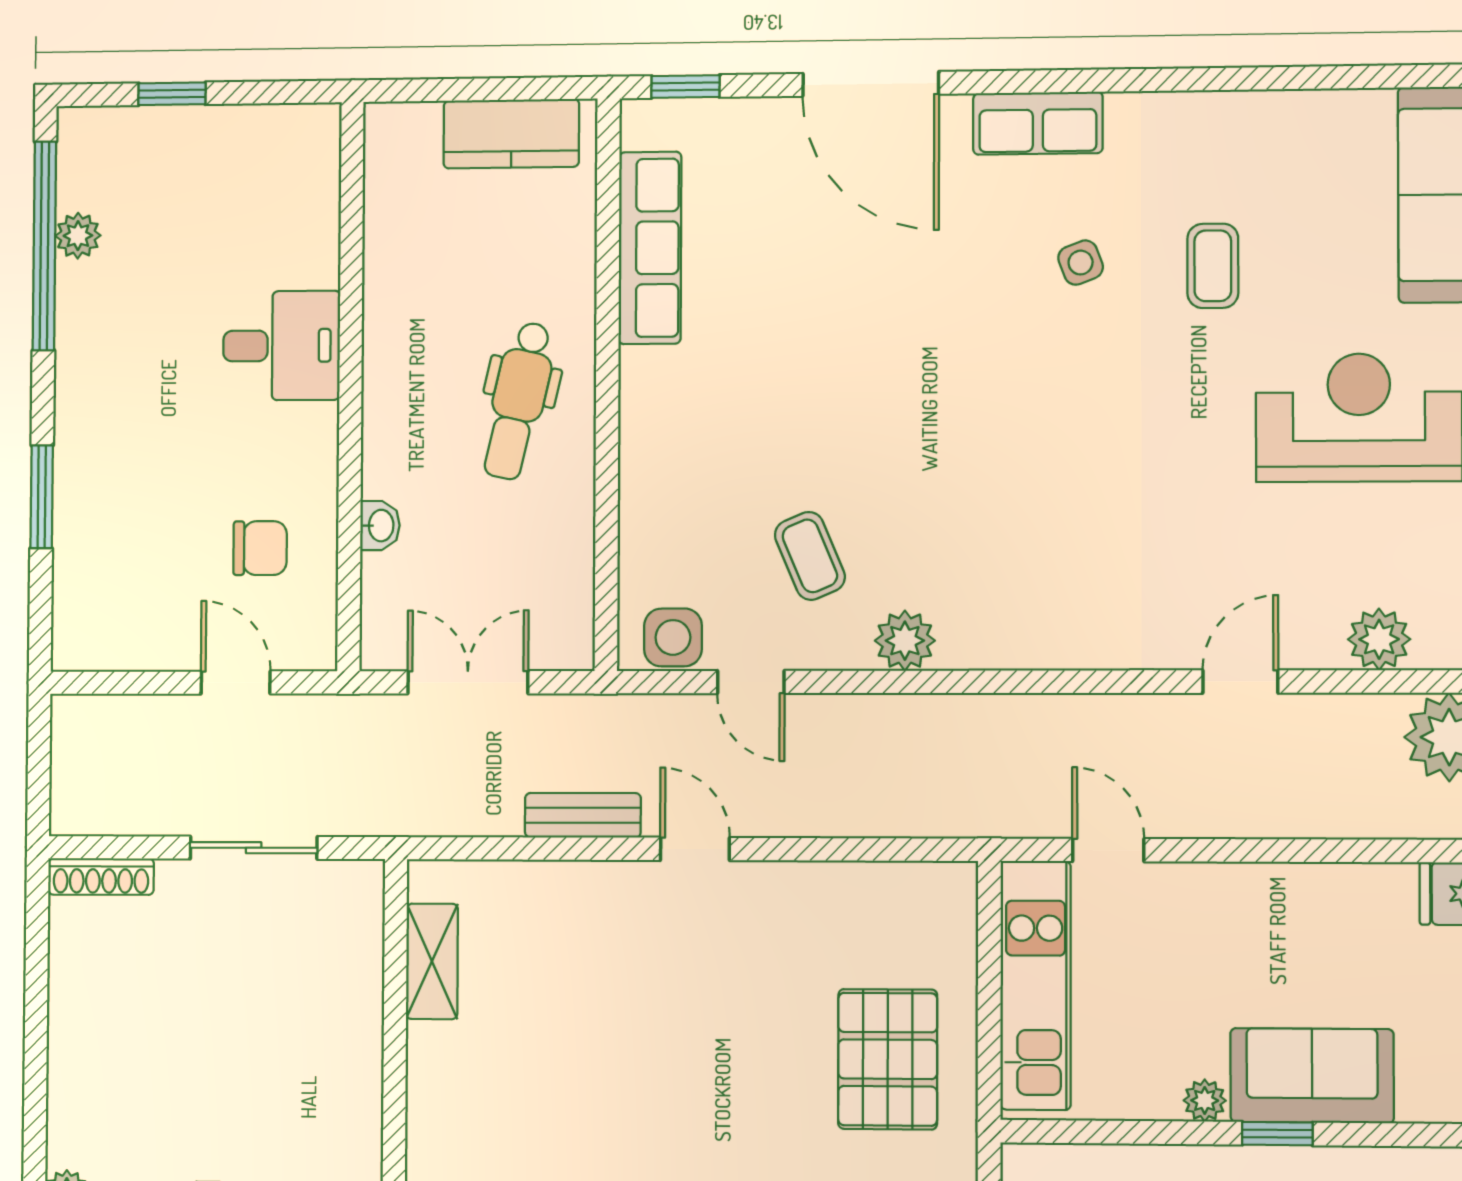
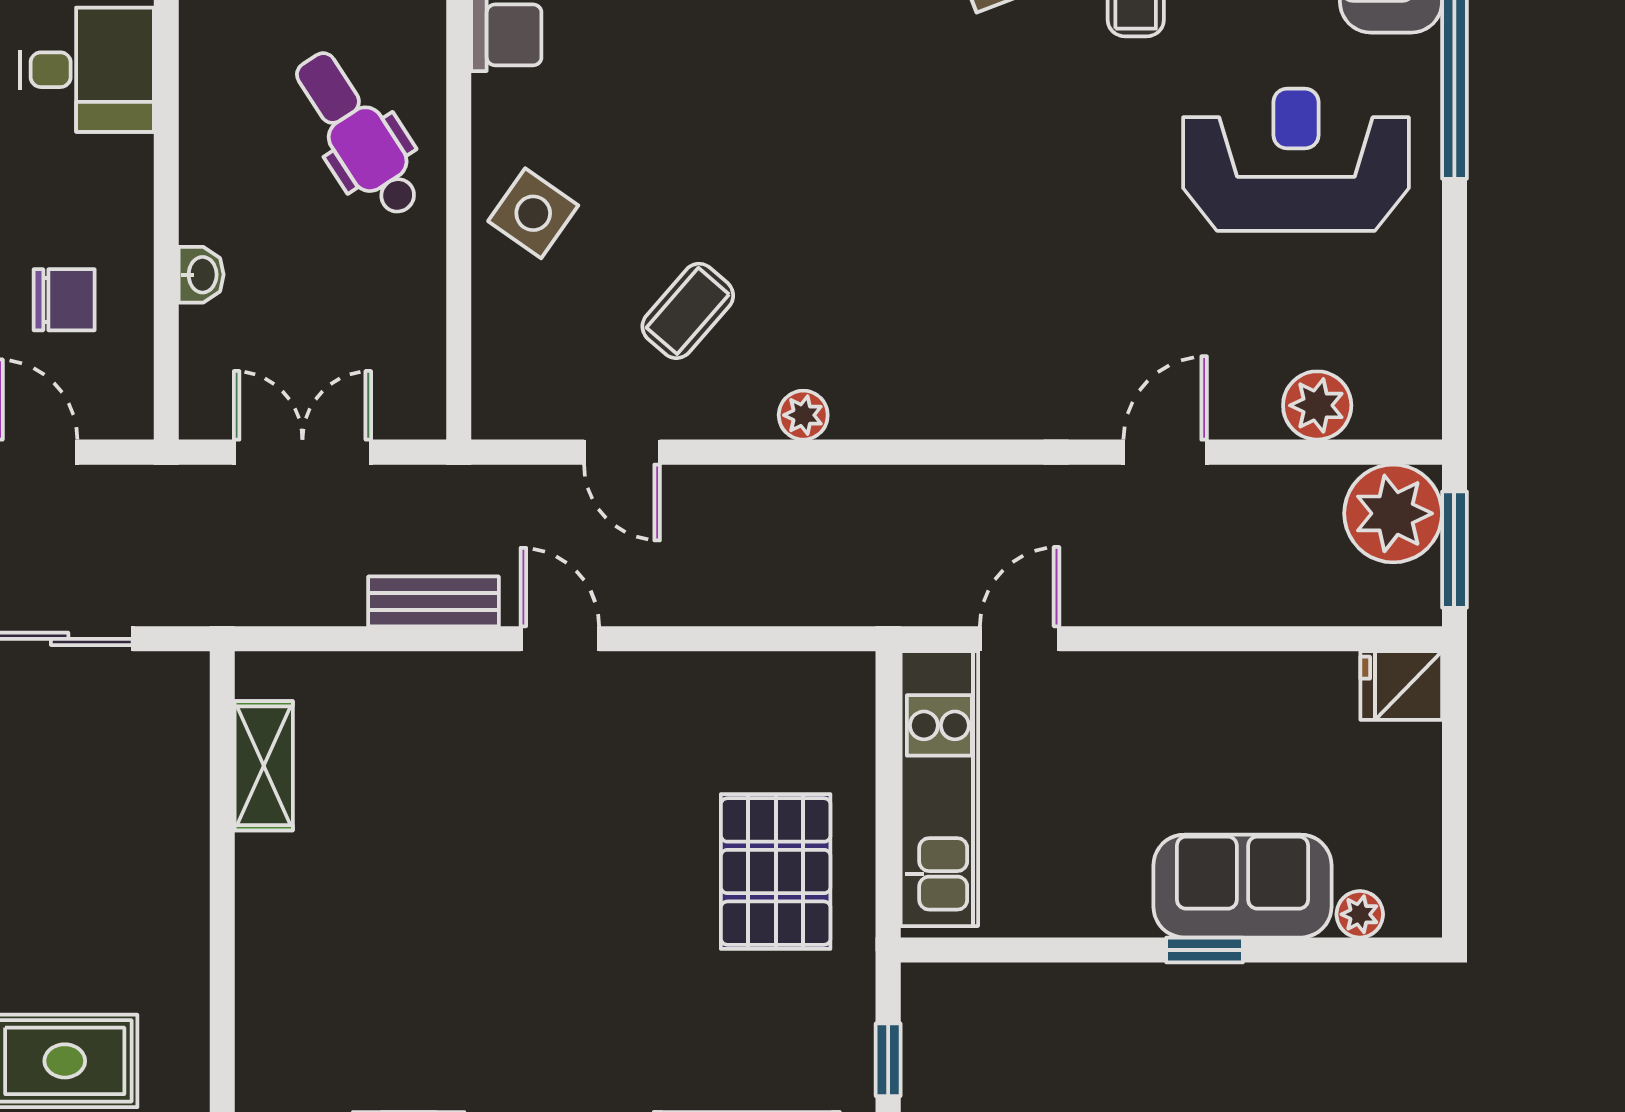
dental chair: (518, 401) -> (358, 134), turned 134
coffee table: (810, 556) -> (688, 311), turned 64
side table: (673, 637) -> (533, 213), moved, turned 35
plant: (905, 641) -> (803, 415), width x0.73, depth x0.73
door: (1108, 850) -> (1020, 639), hinge flipped
plant: (1205, 1100) -> (1360, 914), moved

